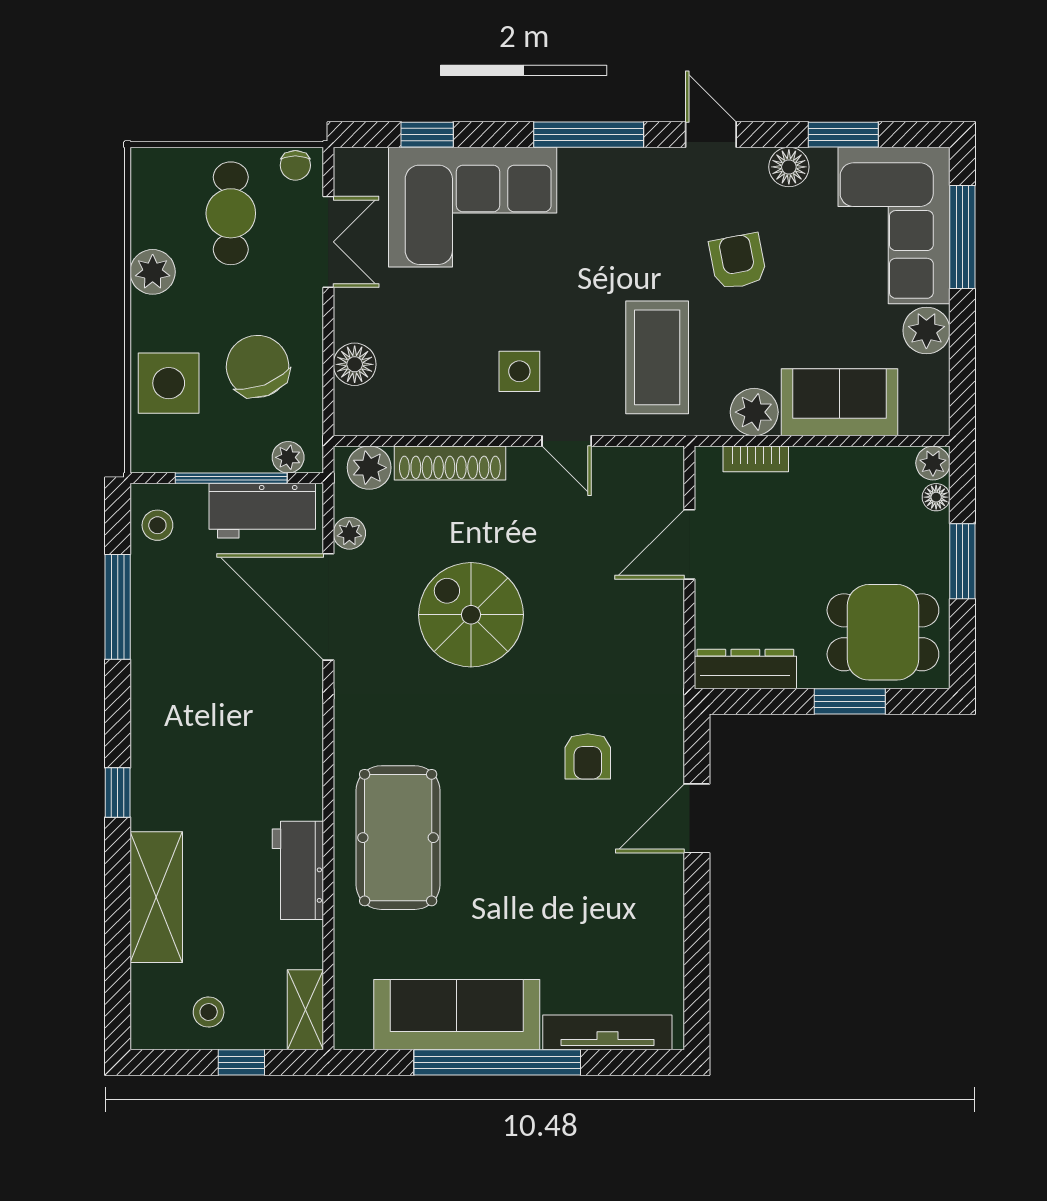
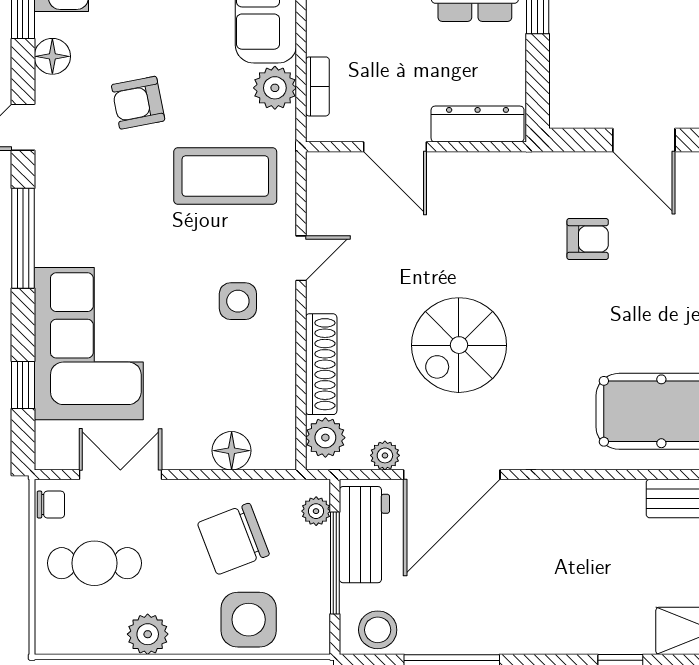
stool: (157, 525) -> (378, 630), width x1.37, depth x1.37
dresser: (745, 669) -> (478, 124), moved, turned 90

